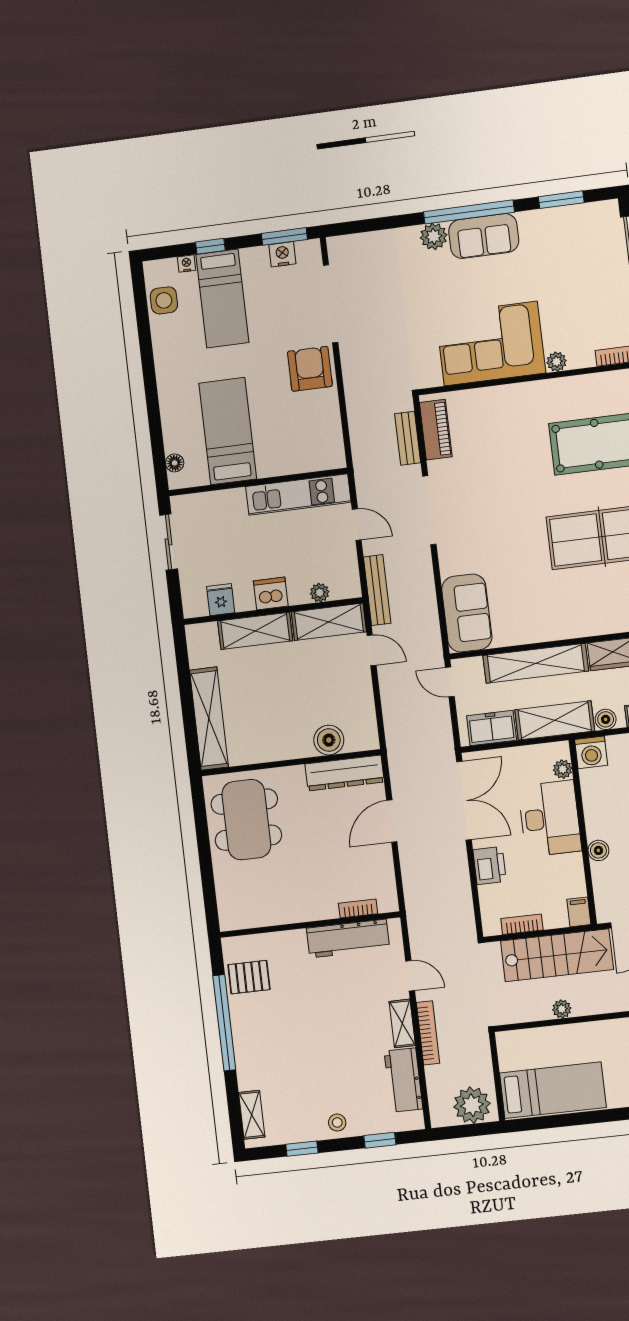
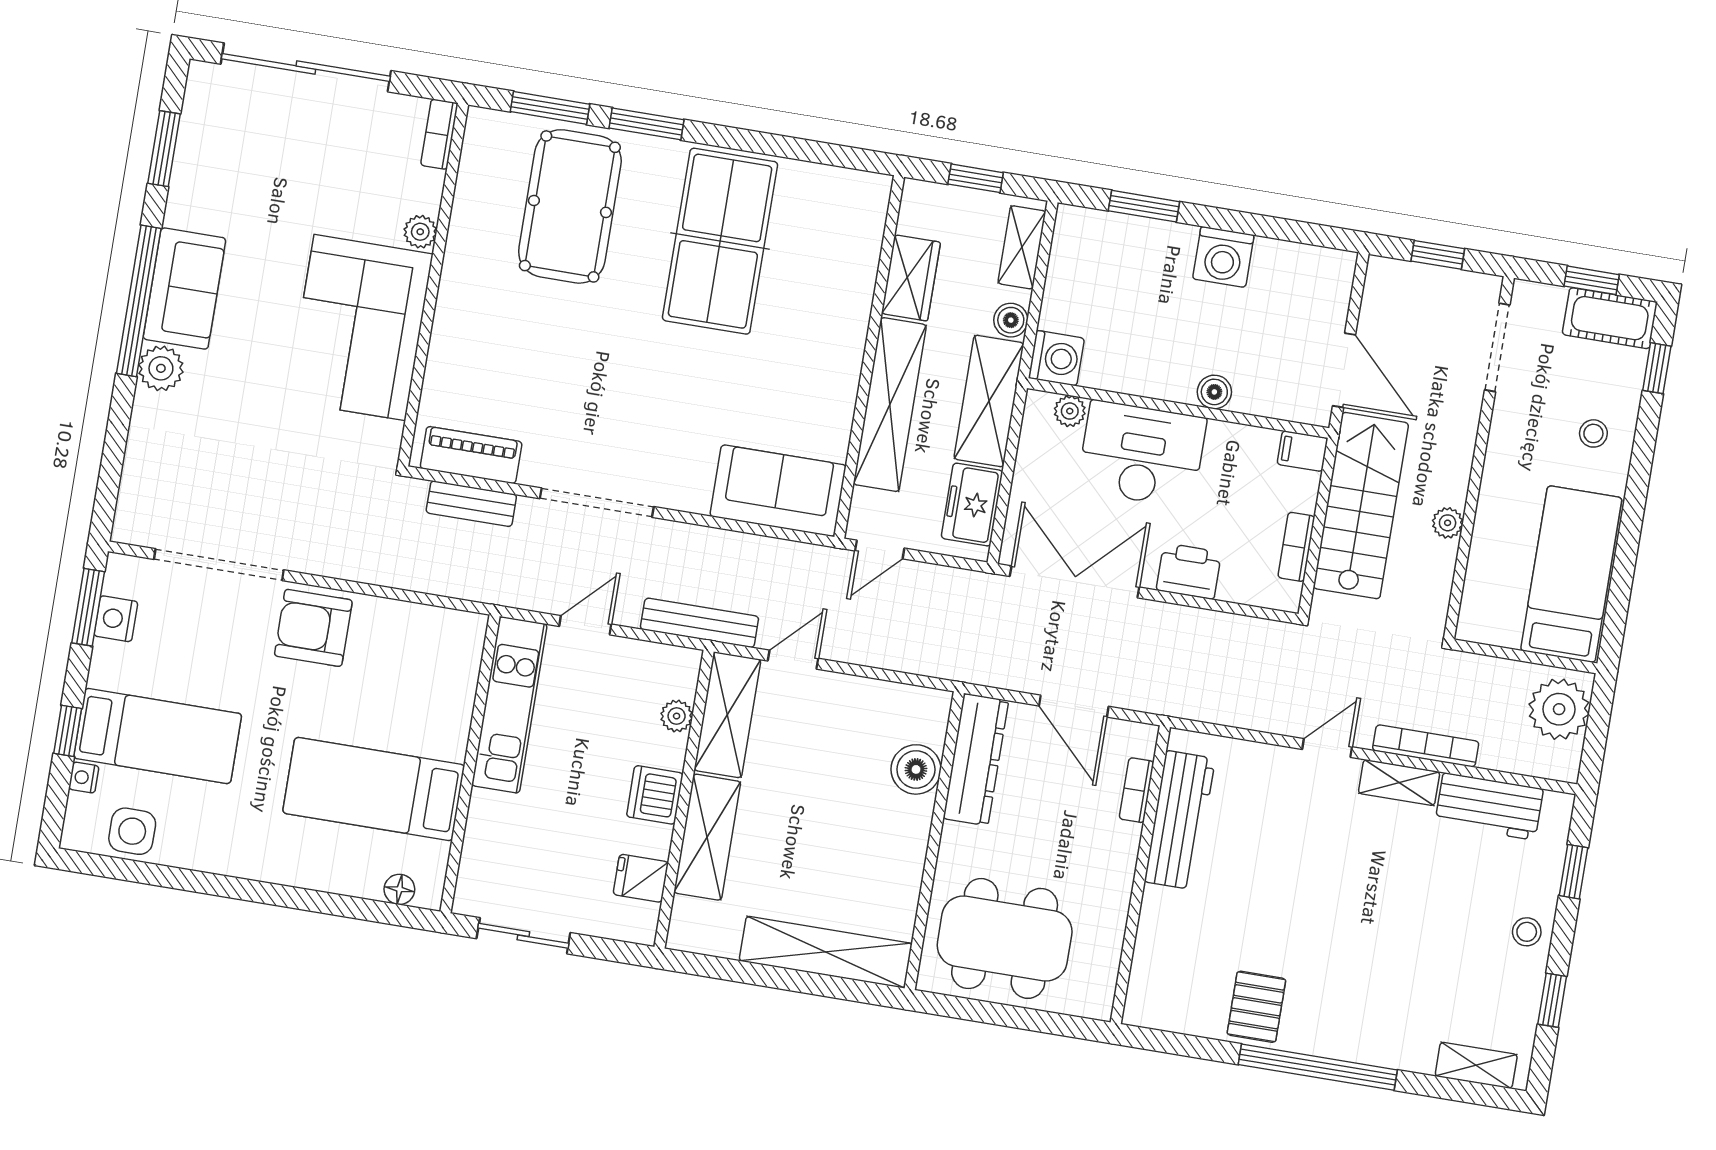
bookcase: (358, 908) -> (1137, 790), moved
wall: (310, 925) -> (1140, 875), moved
workbench: (348, 939) -> (1180, 820), moved

